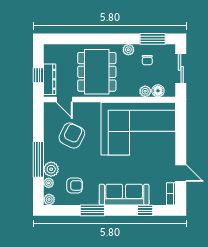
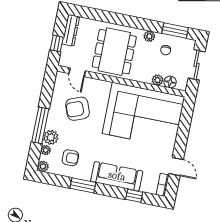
dresser: (50, 79) -> (71, 30), moved
armchair: (72, 136) -> (78, 109), turned -137

